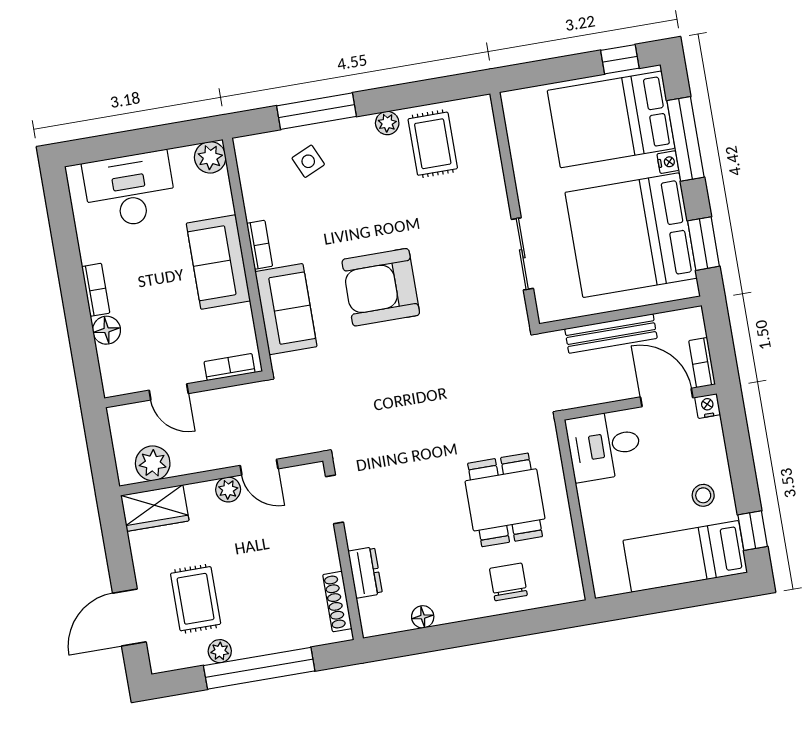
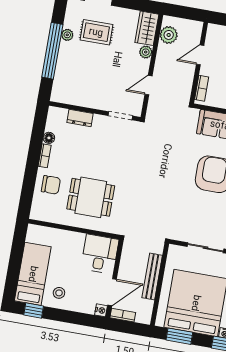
plant: (228, 490) -> (146, 52), moved
shoe rack: (337, 602) -> (71, 100), removed
bookcase: (459, 613) -> (45, 156), added

